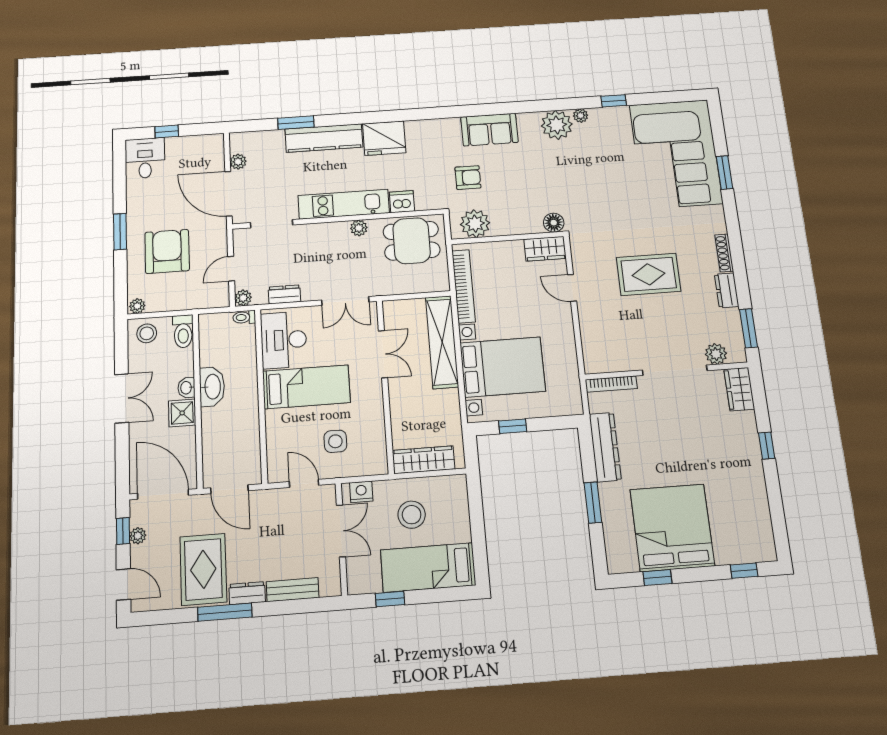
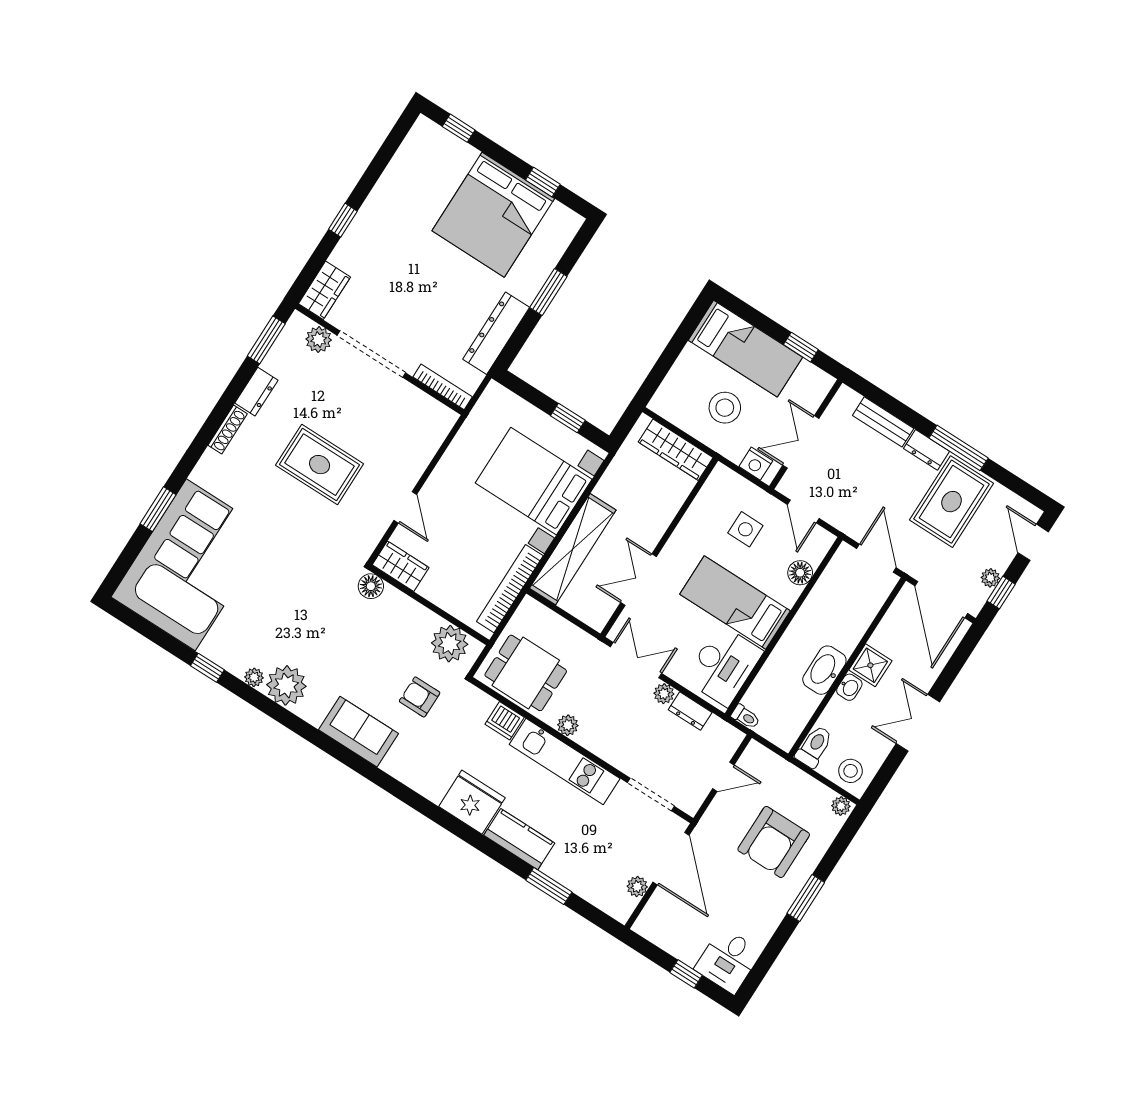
kitchen counter: (324, 138) -> (519, 839), width x0.67
plant: (243, 298) -> (664, 694), moved
floor lamp: (276, 440) -> (800, 573), added

